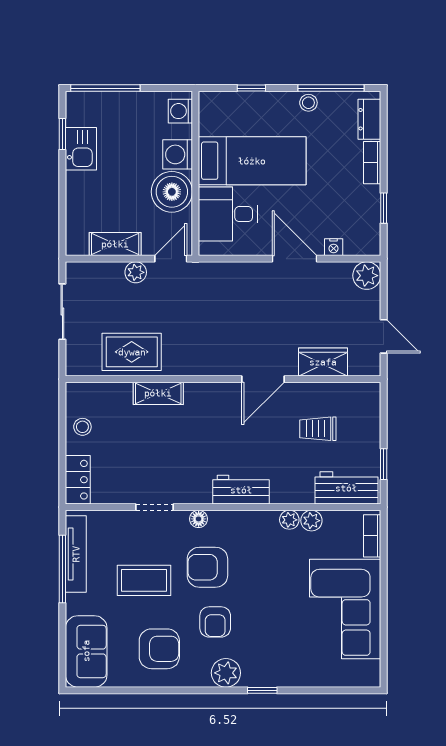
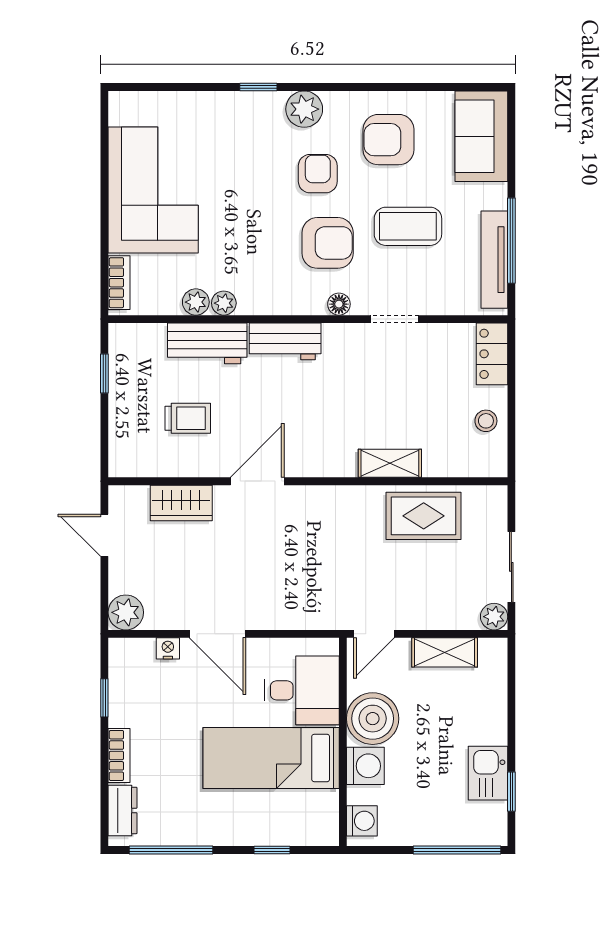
stool: (308, 103) -> (200, 831), removed
plant: (136, 272) -> (494, 617), moved
workbench: (346, 488) -> (207, 343), moved

